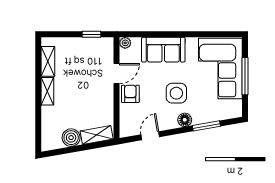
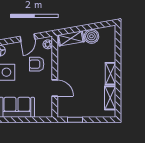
plant: (125, 43) -> (48, 44), moved
door: (117, 74) -> (55, 88), swing flipped
armchair: (130, 94) -> (37, 64), moved, turned 90

